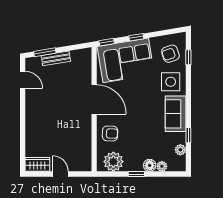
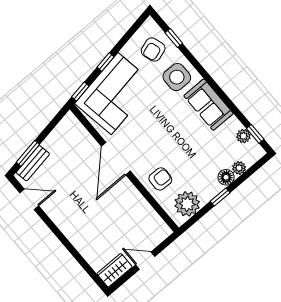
bench: (56, 58) -> (33, 163), moved
door: (94, 99) -> (116, 159), swing flipped
window: (188, 135) -> (255, 134), moved

